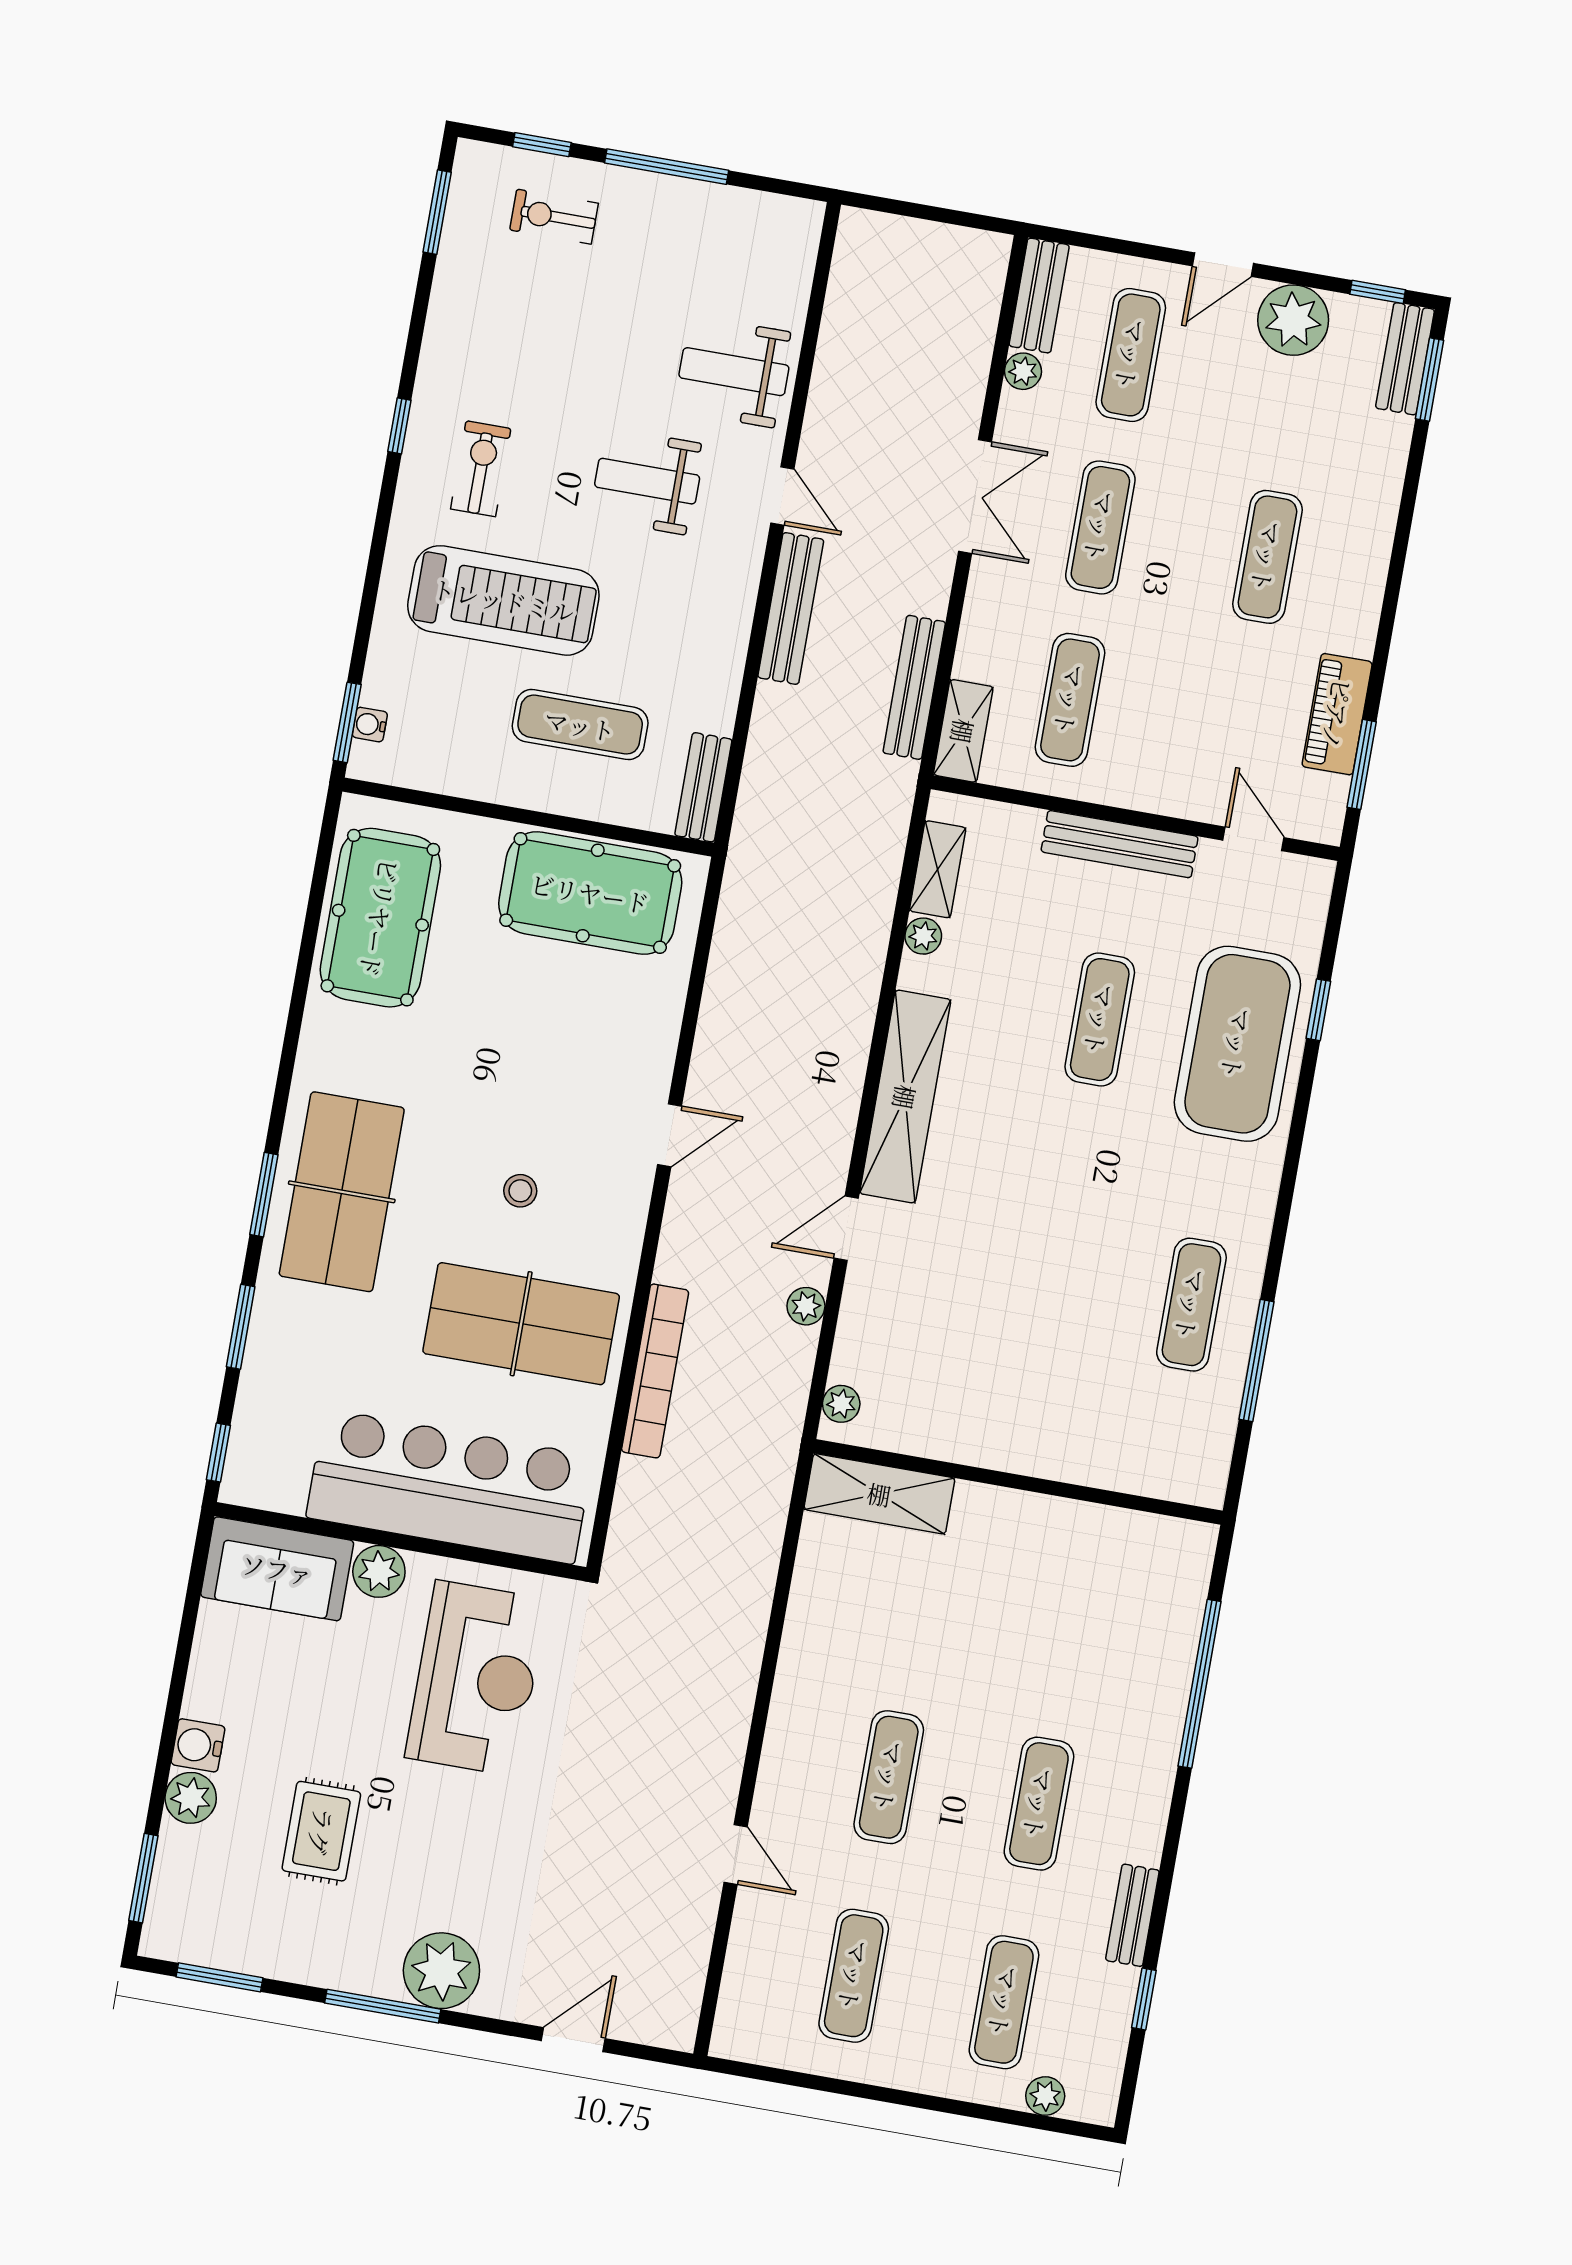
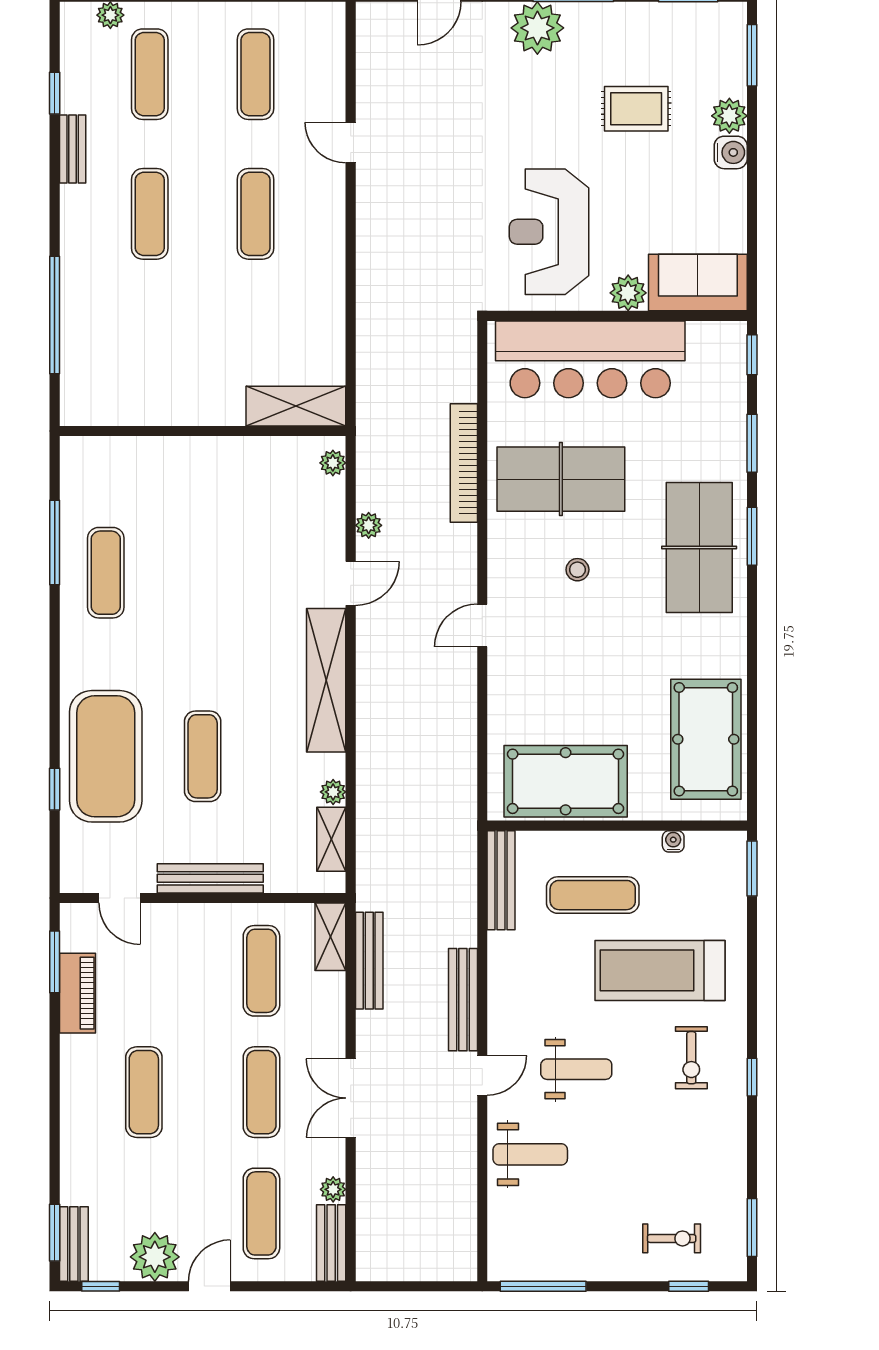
window: (667, 167) -> (543, 1286), moved
door: (782, 496) -> (482, 1075), swing flipped
water cooler: (370, 725) -> (673, 841), moved, turned -90
bench: (703, 787) -> (501, 880), width x1.36
rug: (321, 1831) -> (636, 109), turned 90

